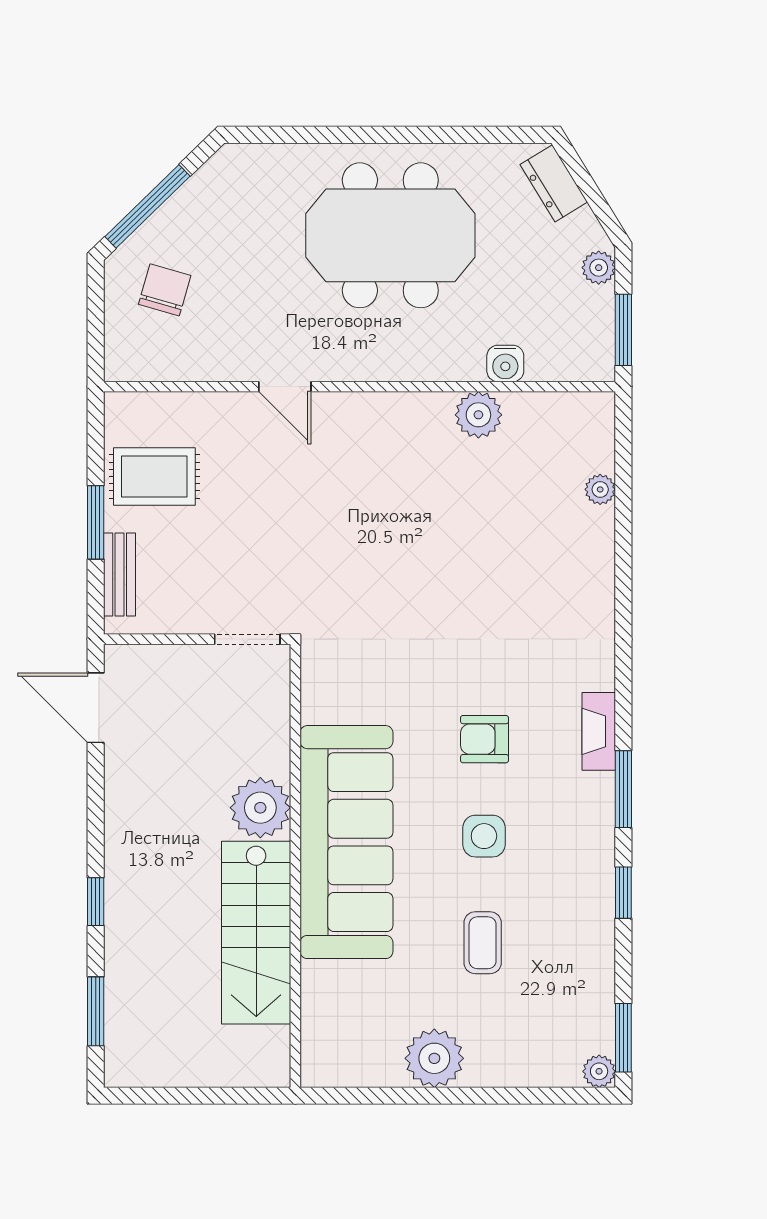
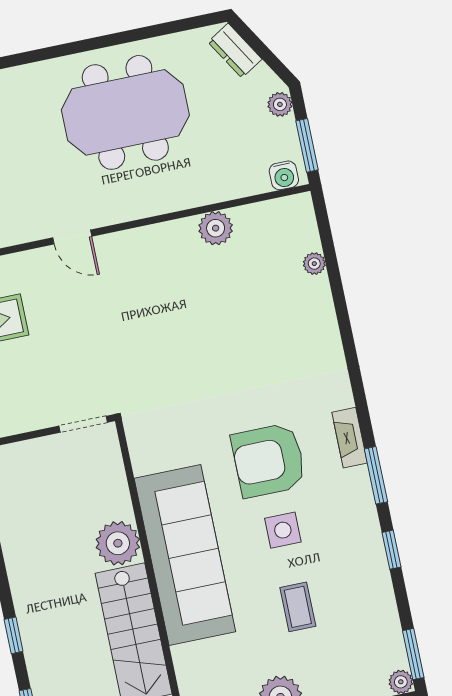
water cooler: (505, 363) -> (284, 175), moved
armchair: (485, 739) -> (269, 460), width x1.88, depth x1.88

